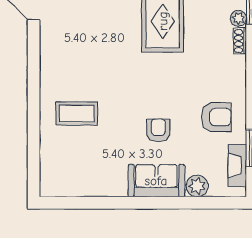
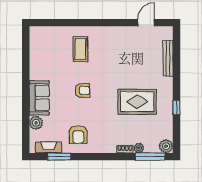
armchair: (158, 130) -> (82, 90), moved

